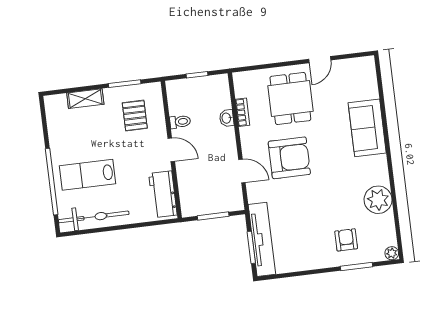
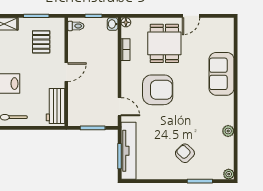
floor lamp: (239, 78) -> (126, 22), added
washbasin: (227, 118) -> (113, 24), moved
toilet: (180, 122) -> (76, 26), moved
door: (171, 150) -> (66, 72), hinge flipped
door: (242, 171) -> (119, 107), moved
plant: (378, 200) -> (228, 131), width x0.53, depth x0.53
armchair: (346, 240) -> (185, 153), moved, turned -46

